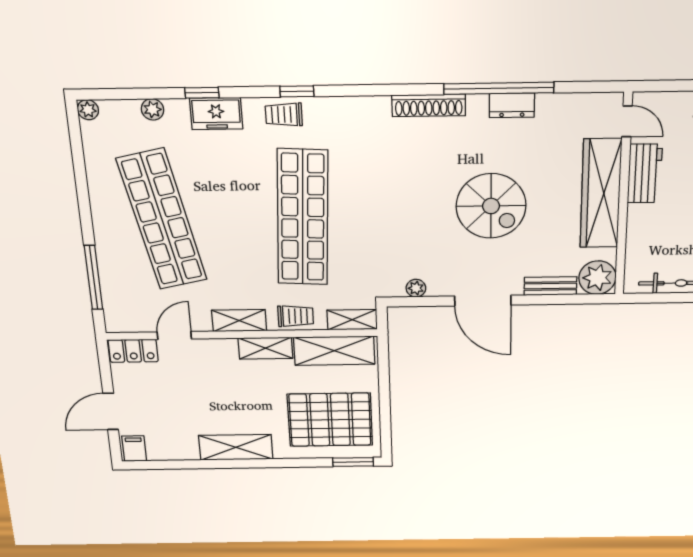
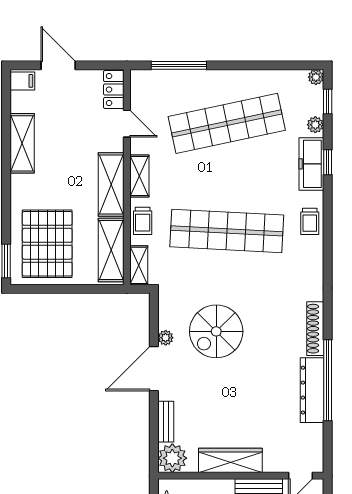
window: (297, 91) -> (328, 102), moved
dresser: (512, 105) -> (312, 390), width x1.96, depth x1.24
freezer: (216, 114) -> (311, 164), width x1.40
trolley: (284, 115) -> (310, 221), turned 180
wardrobe: (601, 194) -> (230, 460), width x0.71, depth x0.85
spiral stairs: (491, 206) -> (216, 331), moved
plant: (416, 288) -> (166, 338), moved
shelving: (265, 348) -> (111, 184), width x1.50, depth x1.33
shelving: (236, 447) -> (22, 143), moved

